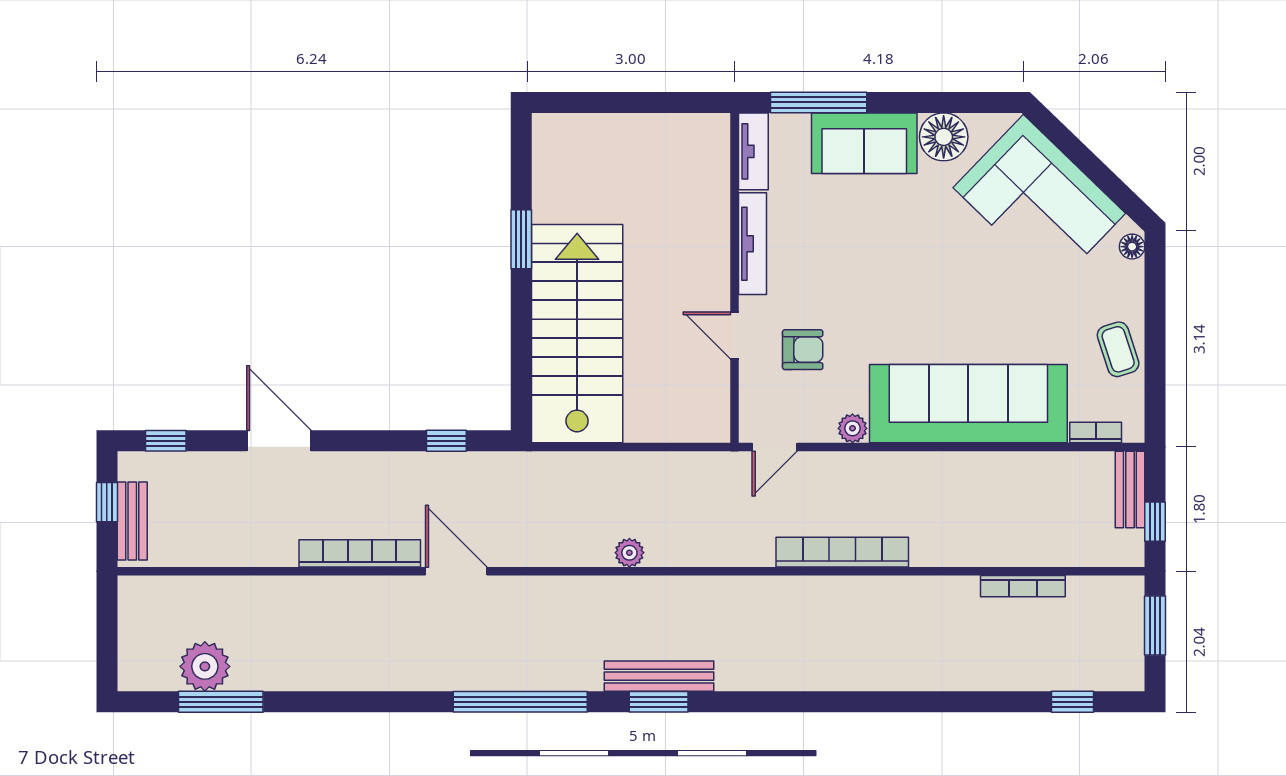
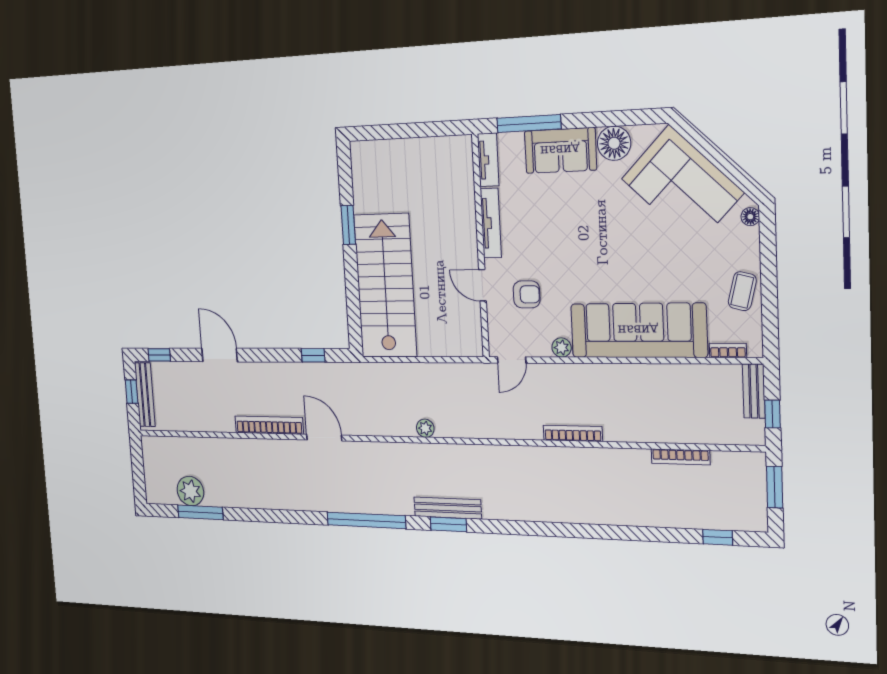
coffee table: (1118, 349) -> (742, 291), turned 32
bench: (132, 521) -> (145, 395), width x1.36
bookcase: (842, 552) -> (573, 433), width x0.68, depth x0.76

